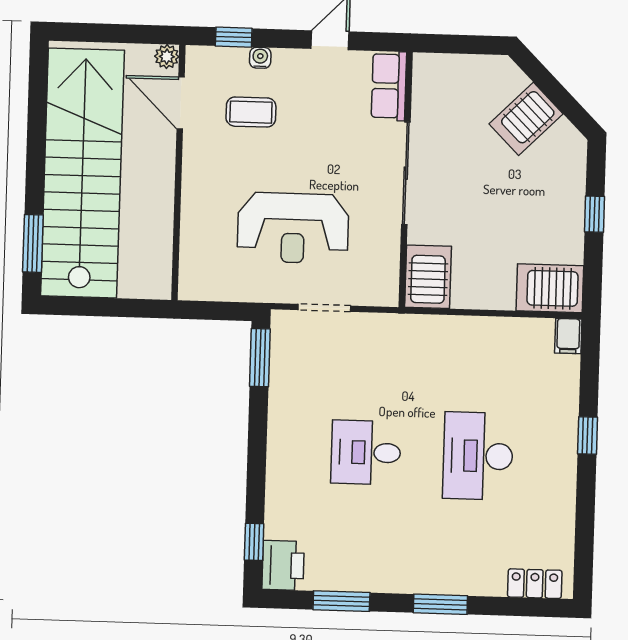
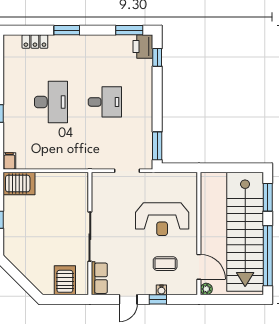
window: (234, 37) -> (158, 299), moved
server rack: (526, 119) -> (65, 280), moved, turned -45
window: (37, 122) -> (268, 256), added
reception desk: (293, 228) -> (162, 219), moved, turned 180
server rack: (428, 277) -> (78, 187), removed
locker: (535, 584) -> (35, 42), moved
window: (341, 601) -> (129, 30), moved

